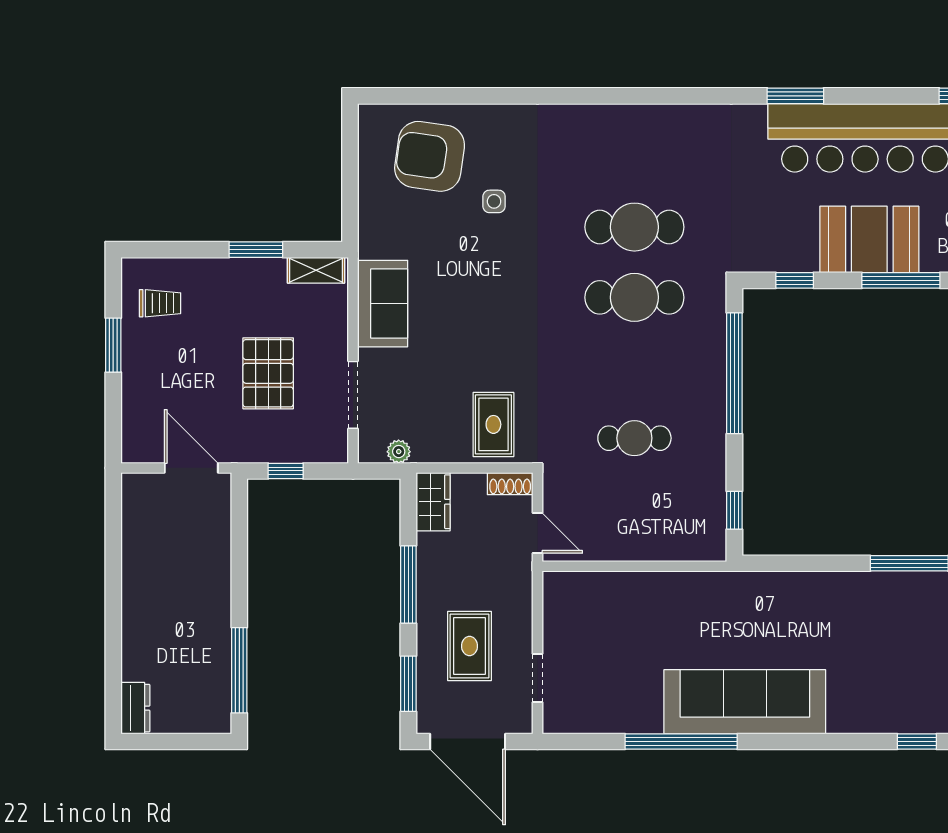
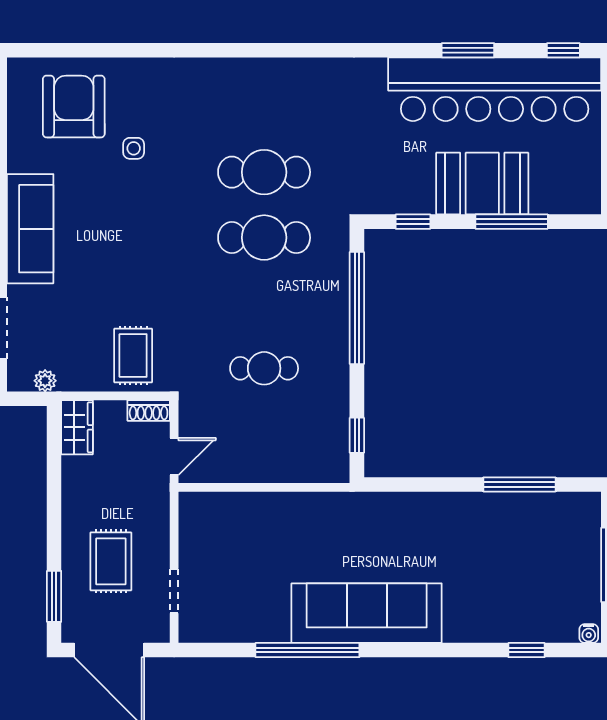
window: (795, 96) -> (468, 50), moved
armchair: (430, 156) -> (74, 106), turned 82
sofa: (383, 304) -> (30, 229), width x1.36
door: (538, 533) -> (174, 456), hinge flipped
window: (408, 585) -> (54, 504), removed

